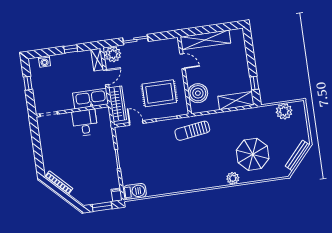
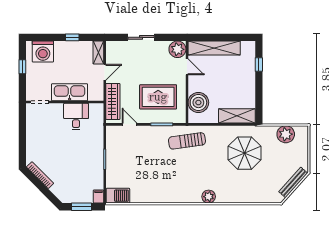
plant: (113, 54) -> (177, 49), moved
washing machine: (44, 61) -> (43, 51), width x1.89, depth x1.89
window: (254, 83) -> (259, 65), moved
kitchen sink: (91, 99) -> (70, 92), moved
parasol: (253, 154) -> (245, 153), moved
plant: (233, 178) -> (209, 197), moved

